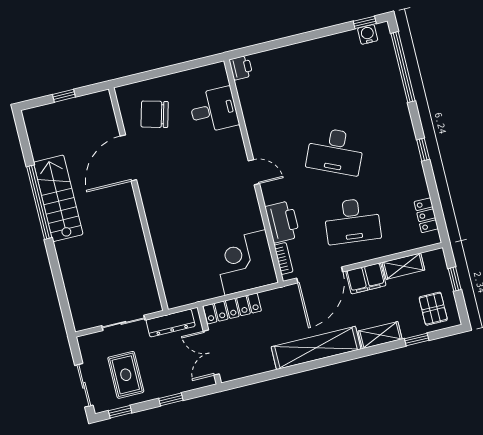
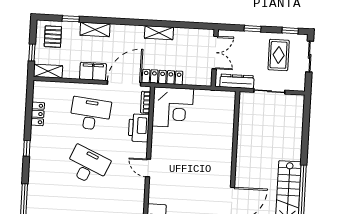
locker: (426, 215) -> (38, 114), moved
shelving: (403, 266) -> (48, 71), moved
locker: (232, 308) -> (162, 77), moved
shelving: (316, 348) -> (159, 33), width x0.45, depth x0.75

